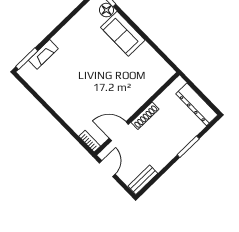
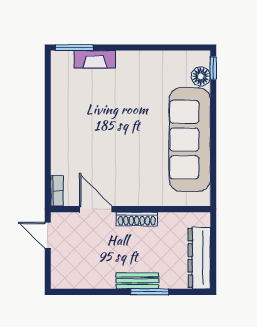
sofa: (123, 34) -> (190, 140), width x1.85, depth x1.27
door: (107, 169) -> (48, 235), swing flipped
bench: (143, 180) -> (137, 281), moved

